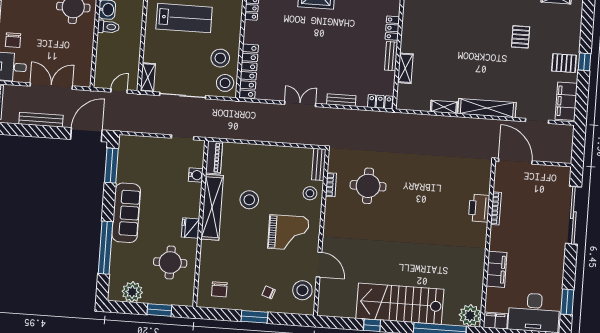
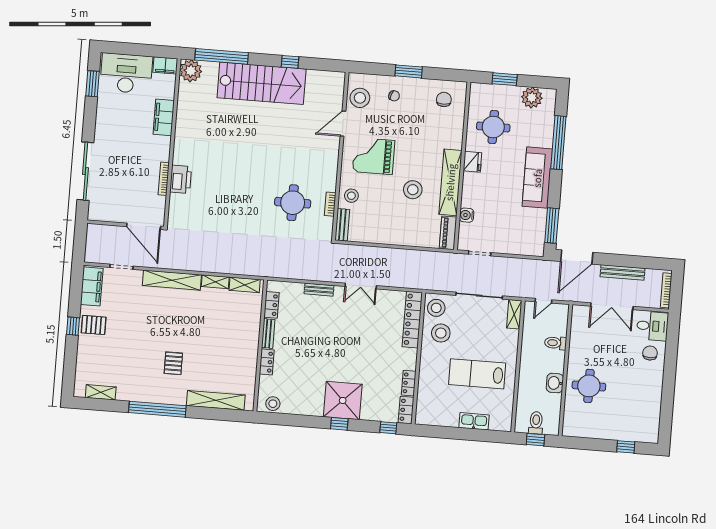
toilet: (108, 27) -> (556, 343), moved
pallet: (521, 37) -> (173, 363), moved
shelving: (405, 68) -> (245, 285), moved, turned 90
locker: (380, 102) -> (272, 305), moved, turned -90
door: (319, 265) -> (343, 124), hinge flipped

